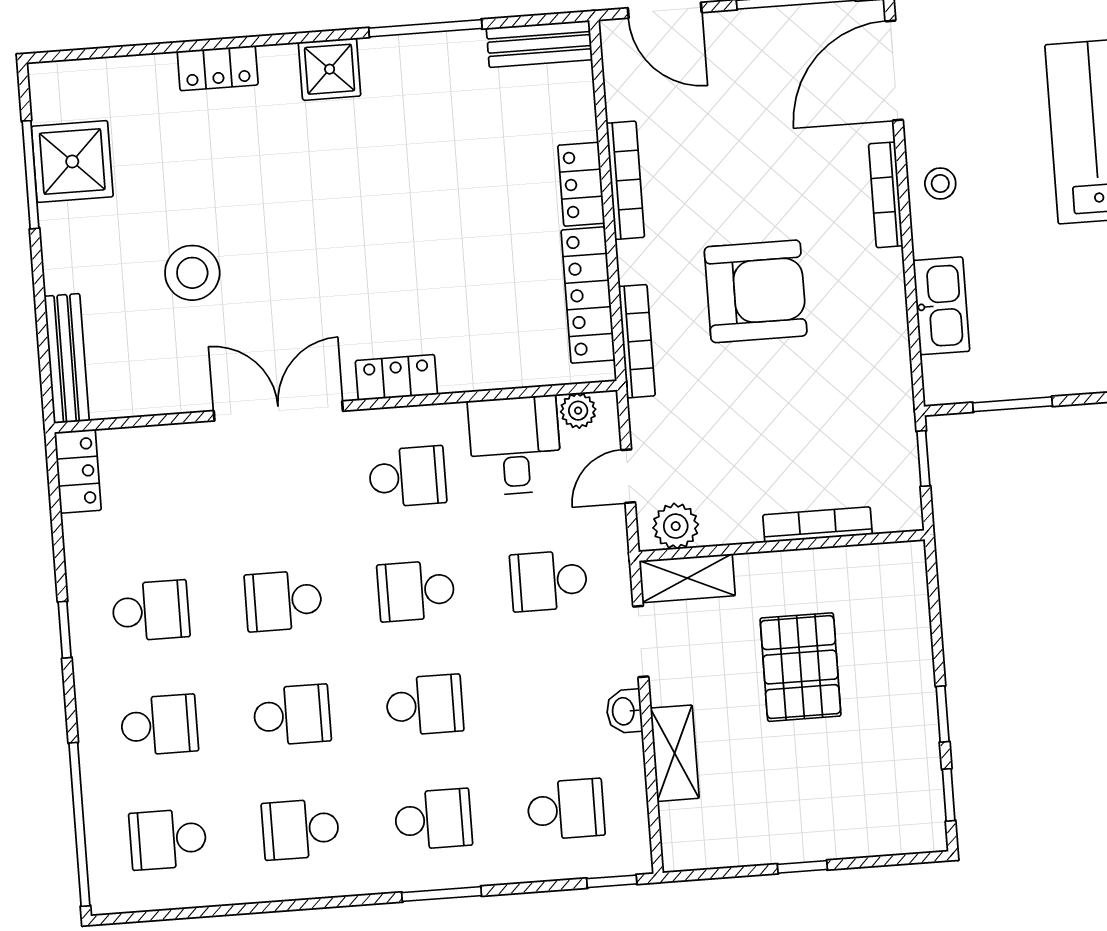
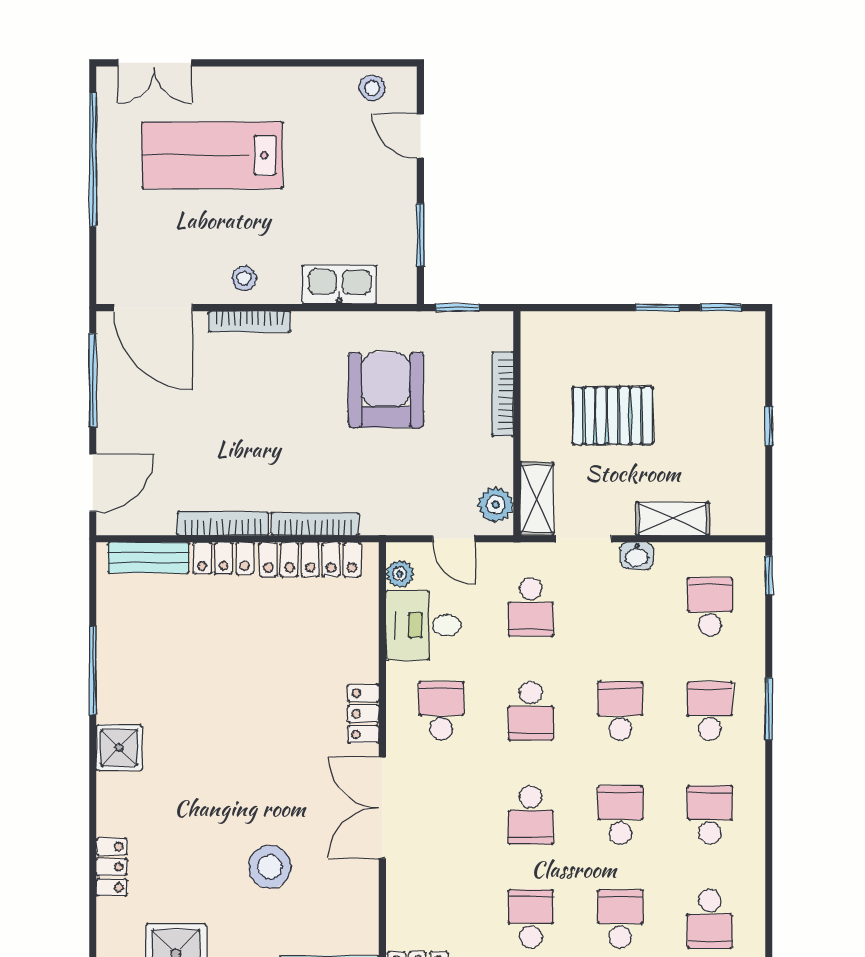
bench: (539, 44) -> (148, 558), moved, turned 90
locker: (218, 68) -> (112, 867), moved
armchair: (756, 291) -> (386, 390), moved
bookcase: (637, 341) -> (315, 524), moved
school desk: (301, 829) -> (710, 815), turned 180

